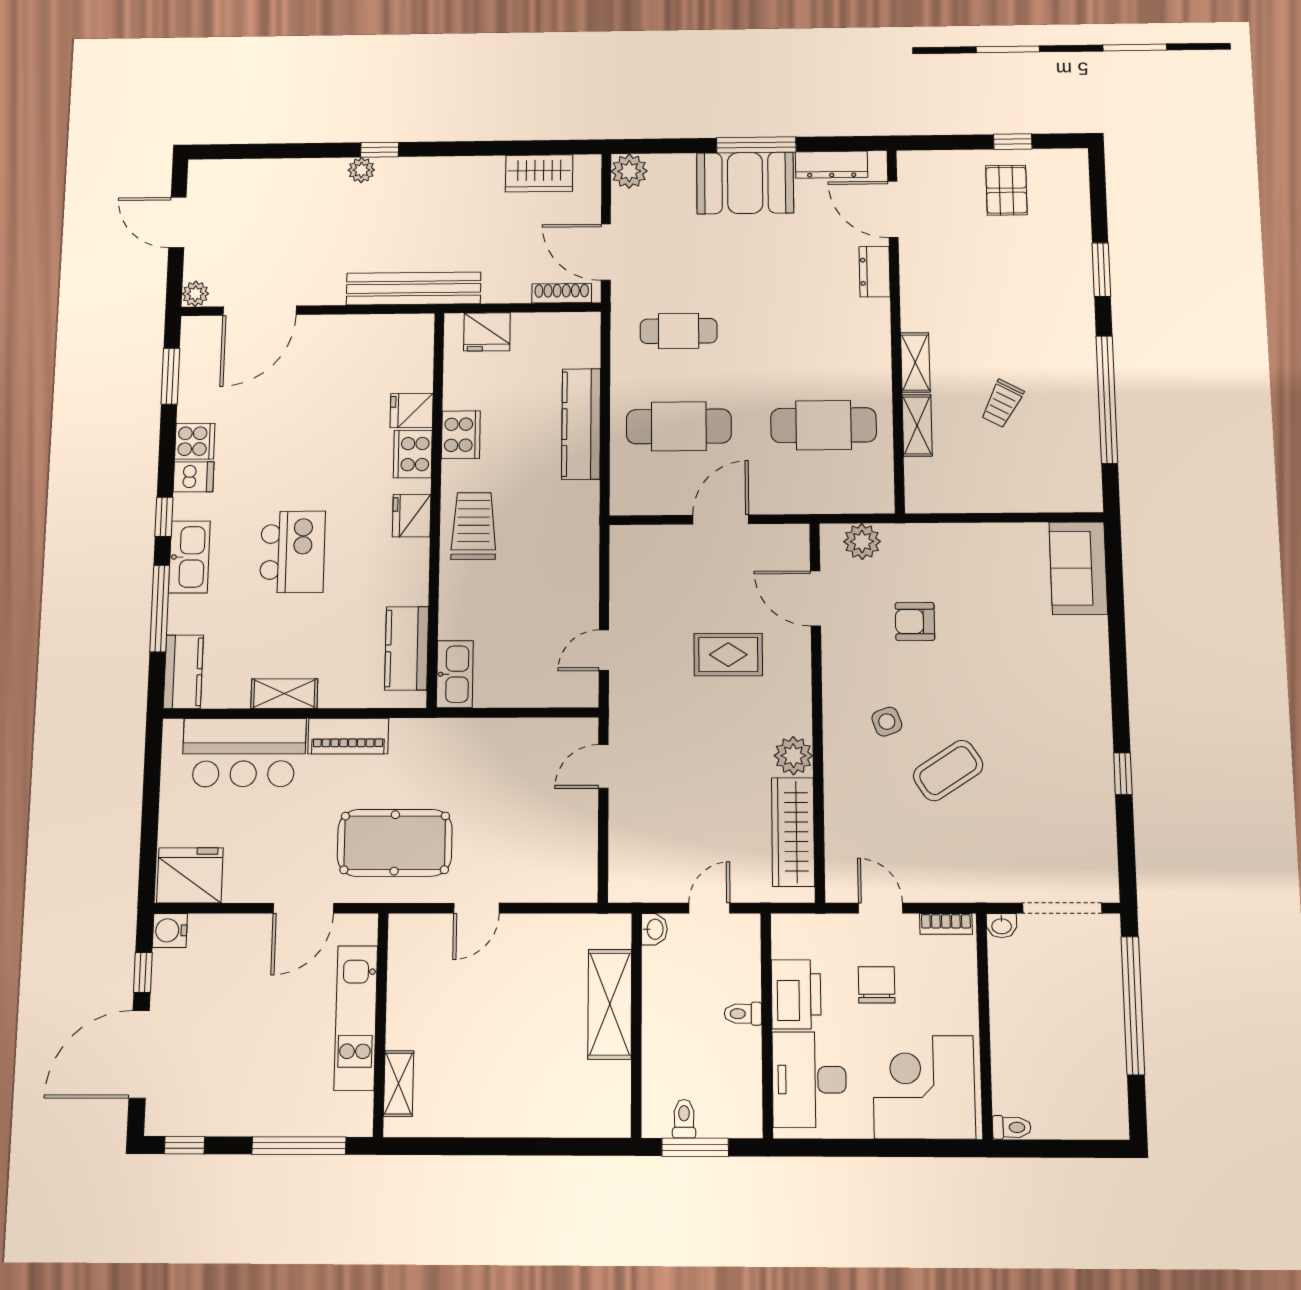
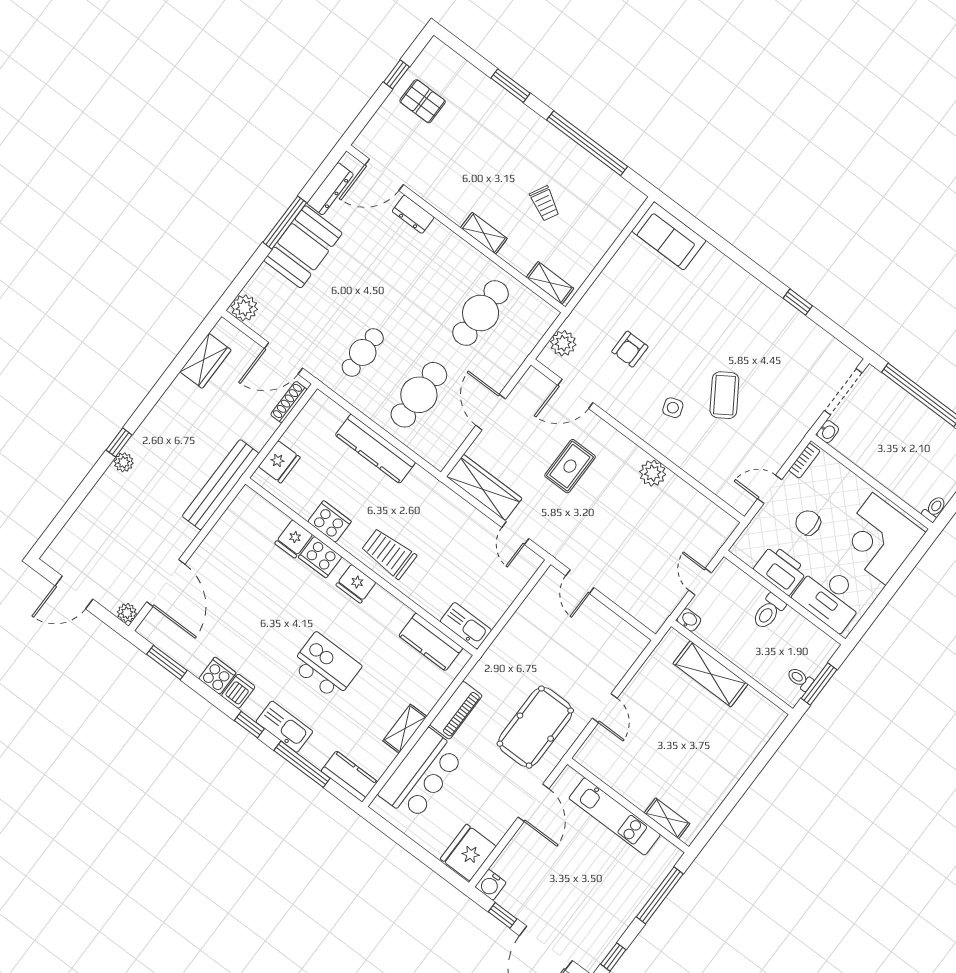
shelving: (917, 425) -> (550, 283), moved
wardrobe: (793, 832) -> (484, 487), moved, turned 180
toilet: (743, 1014) -> (769, 612), width x1.37, depth x1.39

